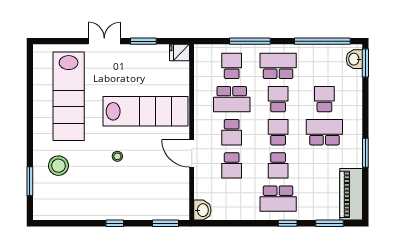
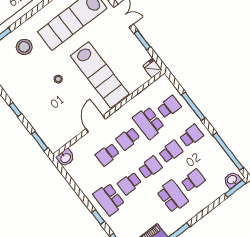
school desk: (278, 66) -> (191, 136), width x0.54

